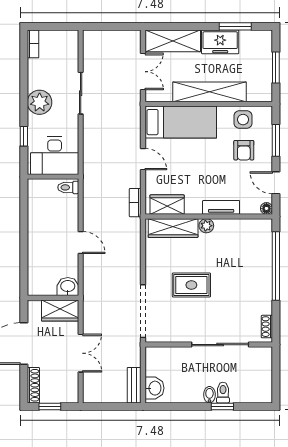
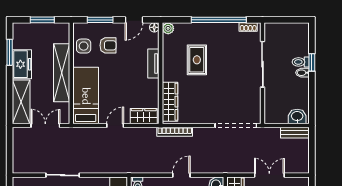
bookcase: (135, 203) -> (175, 132), moved, width x1.56
wardrobe: (167, 205) -> (144, 116), moved, turned 90
plant: (206, 226) -> (168, 28), moved
window: (276, 266) -> (219, 20), moved
rug: (191, 285) -> (197, 60), moved

